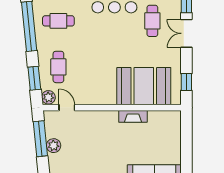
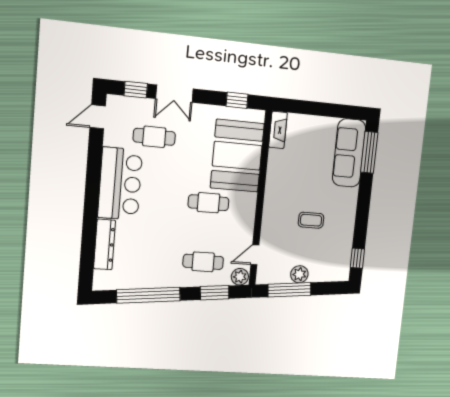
cafe table: (58, 21) -> (208, 203), moved, turned 90
fireplace: (133, 116) -> (278, 130), moved
coffee table: (98, 151) -> (311, 220), added

